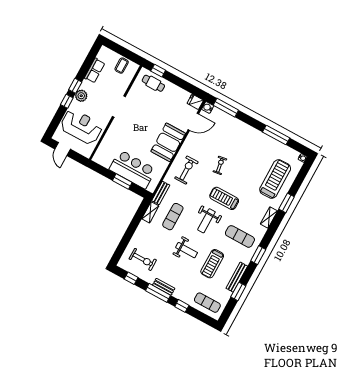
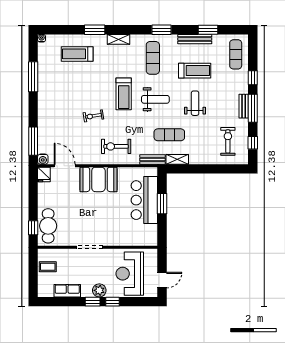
cafe table: (153, 83) -> (48, 226), width x1.37, depth x1.35
treadmill: (275, 179) -> (77, 54), width x0.73, depth x0.73

